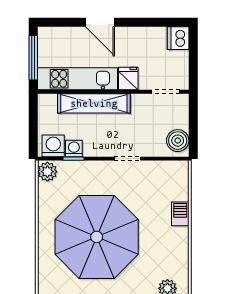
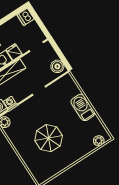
barbecue: (180, 214) -> (83, 107), width x1.88, depth x1.53
parasol: (97, 237) -> (49, 138), width x0.54, depth x0.54

